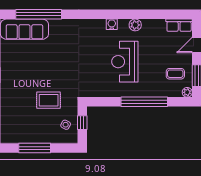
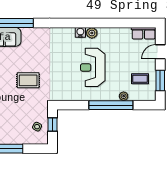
plant: (135, 25) -> (92, 33), moved
plant: (187, 92) -> (124, 96), moved
rug: (49, 100) -> (28, 80), moved

